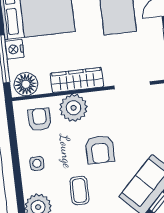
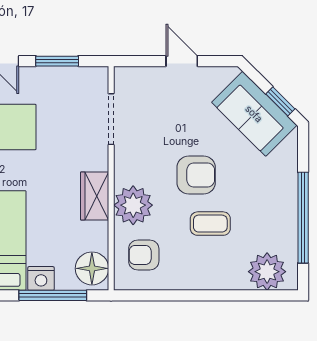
wardrobe: (77, 80) -> (95, 196), width x0.67
side table: (37, 163) -> (205, 266), removed
coffee table: (79, 191) -> (210, 224), moved

